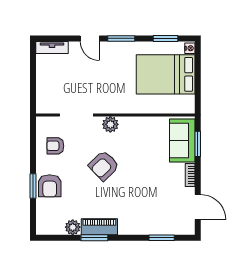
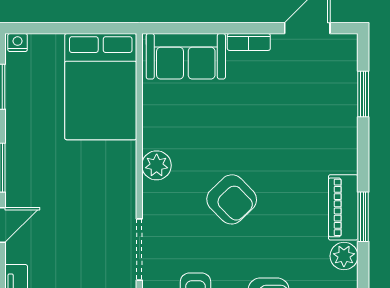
bed: (166, 74) -> (101, 87), moved
plant: (110, 124) -> (157, 165), moved
window: (198, 144) -> (192, 28), removed

